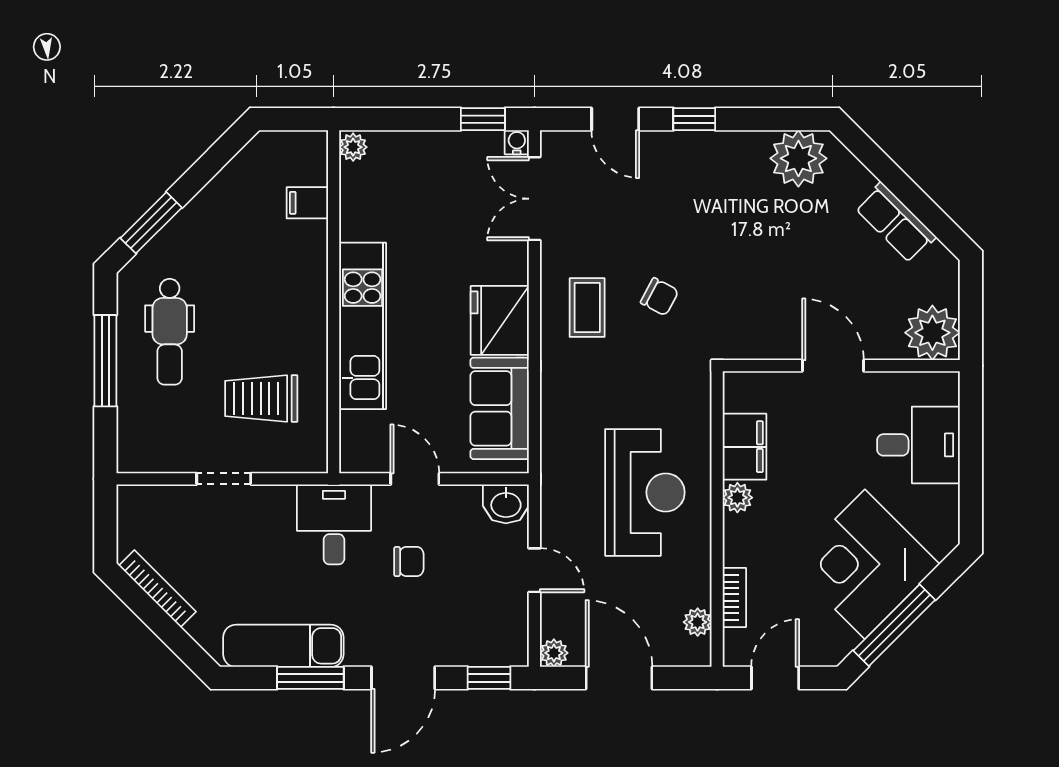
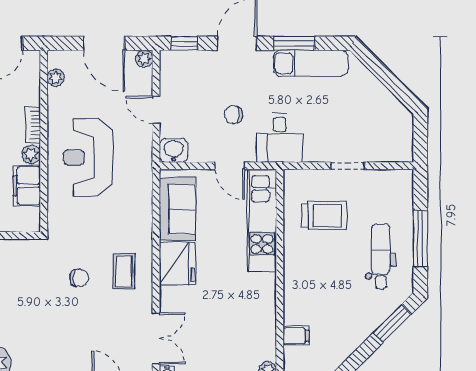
chair: (660, 297) -> (79, 278), turned 152
kitchen unit: (363, 326) -> (262, 220), moved
bookcase: (157, 589) -> (388, 98), removed
bookcase: (734, 597) -> (33, 125), moved

